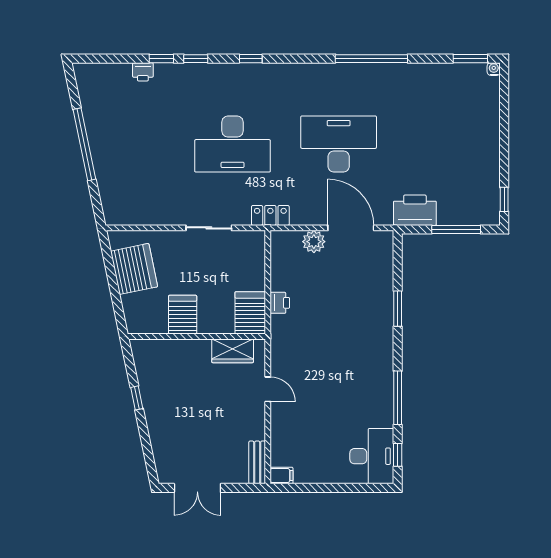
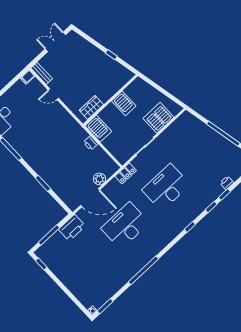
desk: (339, 144) -> (125, 226), turned 180
server rack: (134, 269) -> (159, 118), moved, turned 102
door: (268, 389) -> (53, 94), moved

